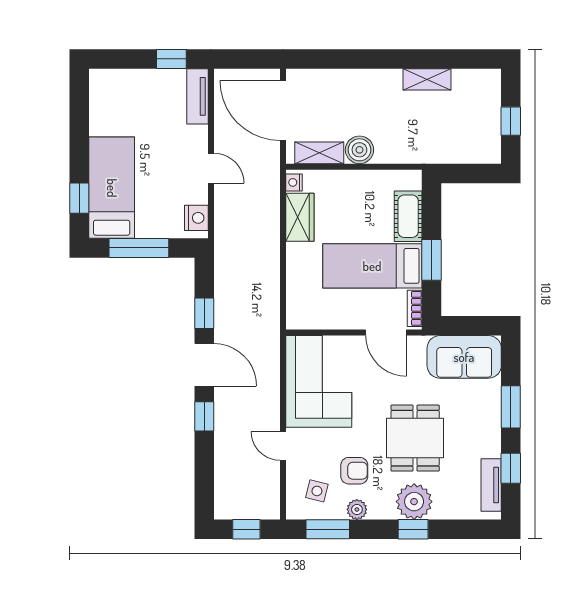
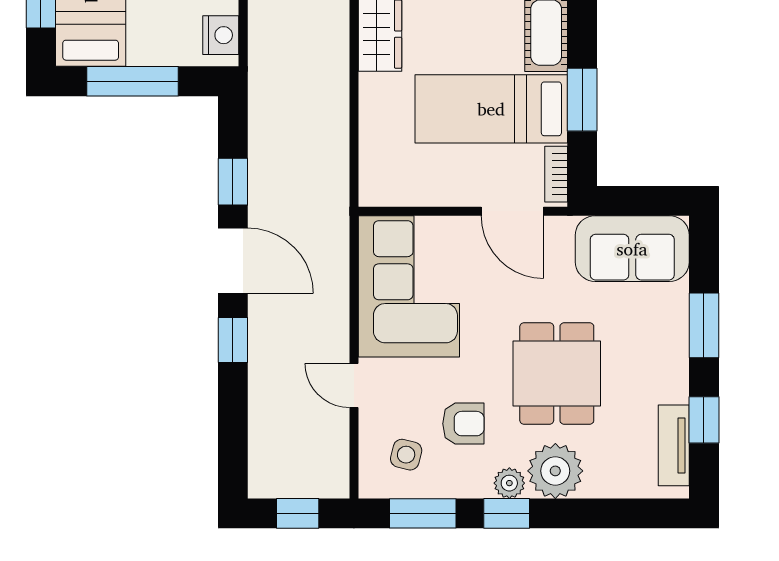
plant: (357, 509) -> (509, 483), moved
window: (413, 529) -> (507, 513), moved

